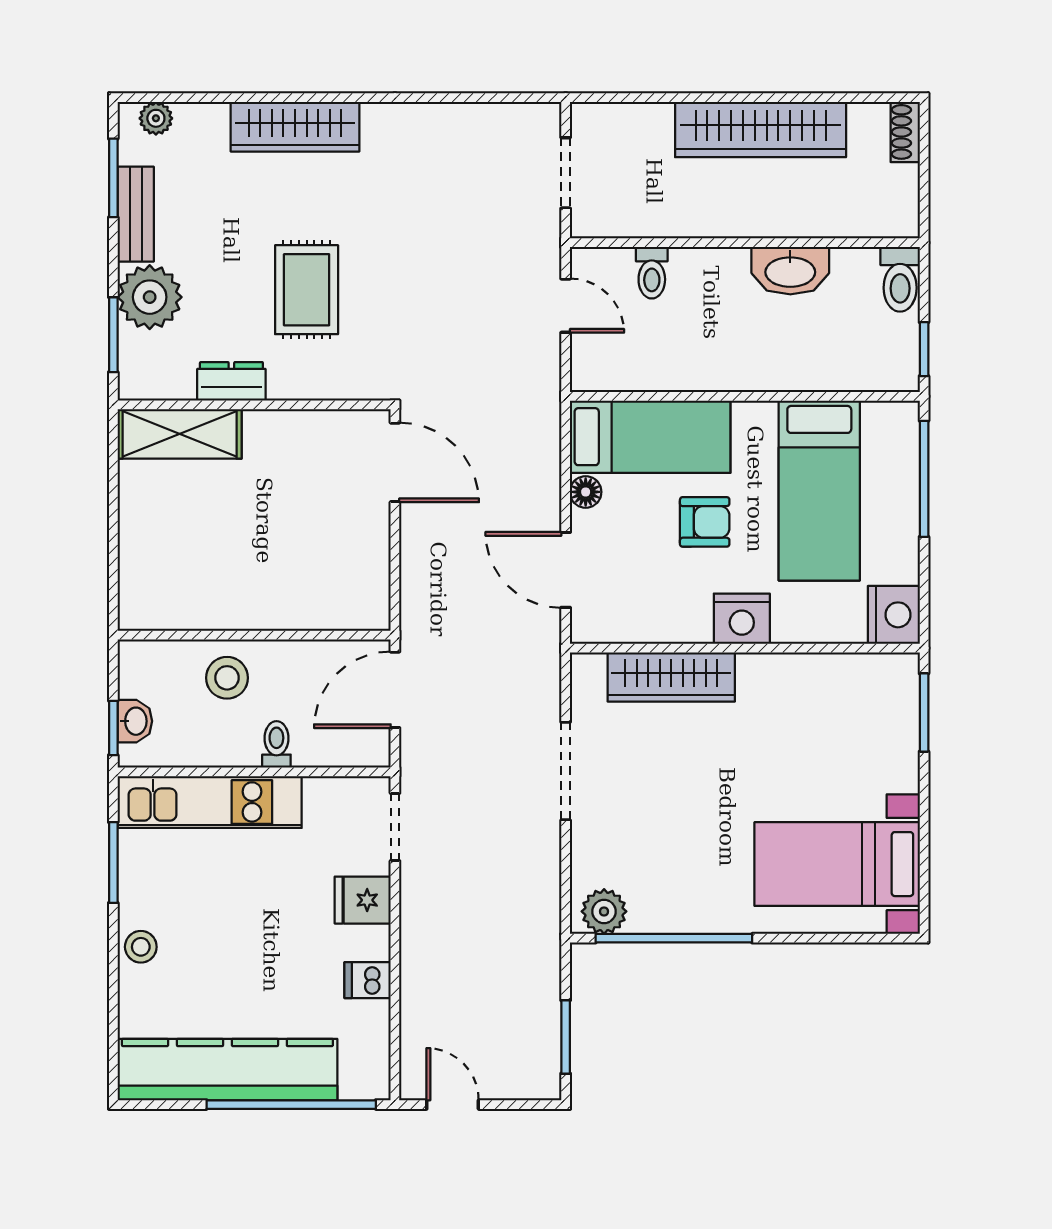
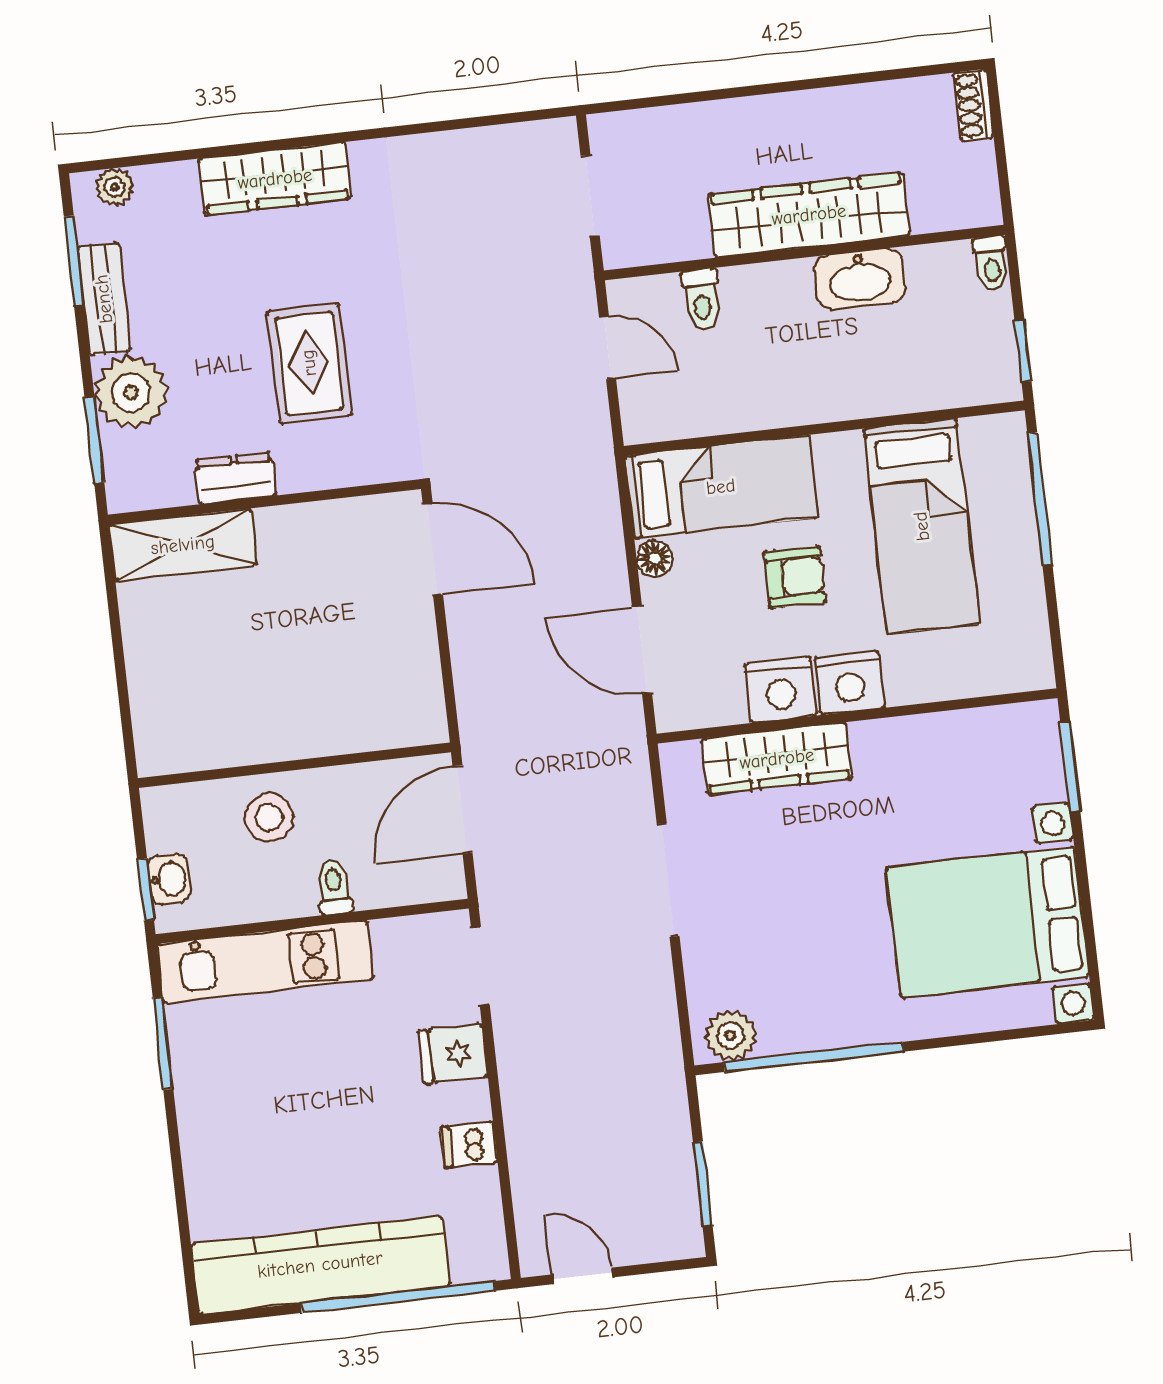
wardrobe: (761, 130) -> (809, 215), moved, turned 180
toilet: (900, 279) -> (991, 263), width x0.73, depth x0.72
nightstand: (894, 615) -> (781, 690), moved, turned 90
bed with nightstands: (837, 864) -> (987, 922), width x1.36
stool: (141, 947) -> (205, 1136), removed

